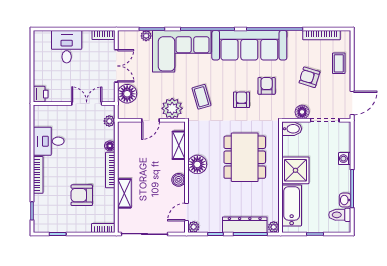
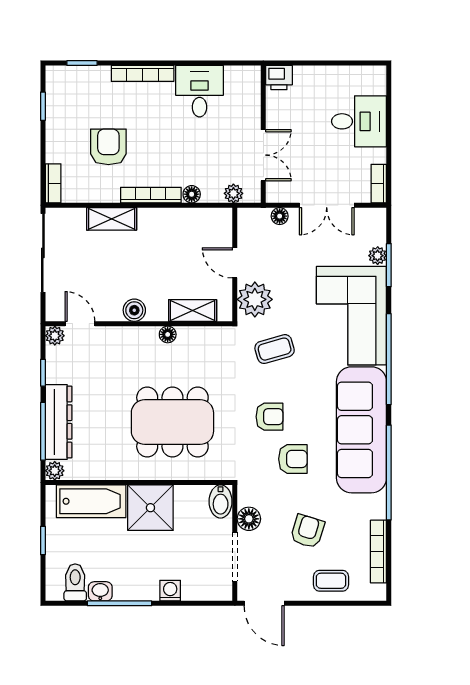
floor lamp: (127, 94) -> (280, 216), width x0.53, depth x0.53
floor lamp: (197, 164) -> (168, 334), width x0.53, depth x0.53

